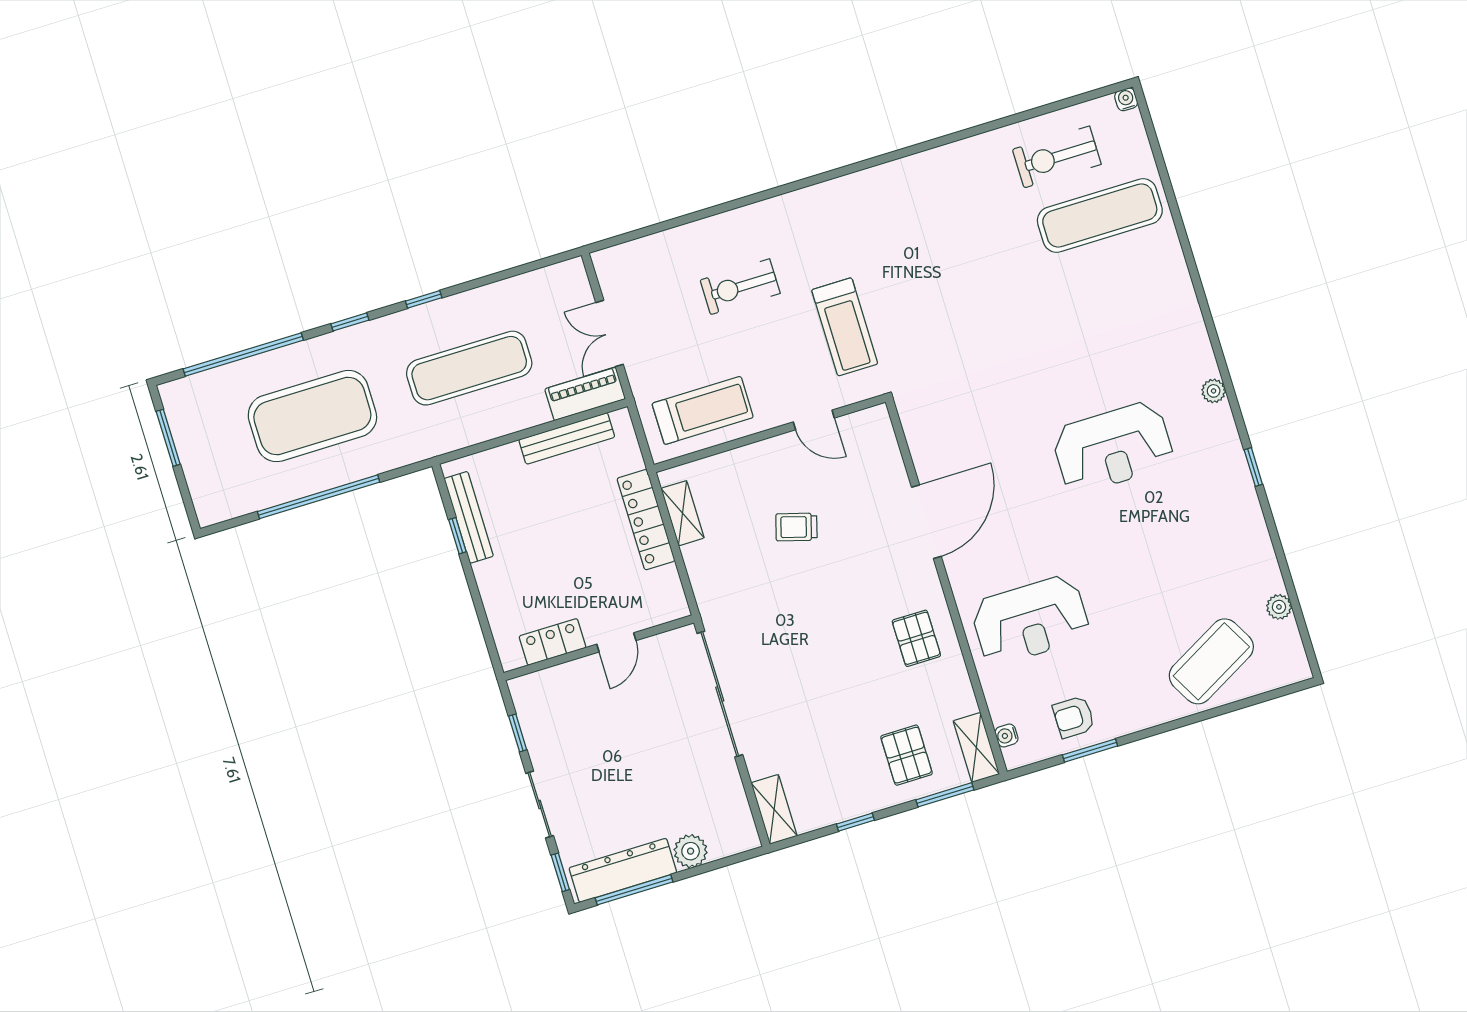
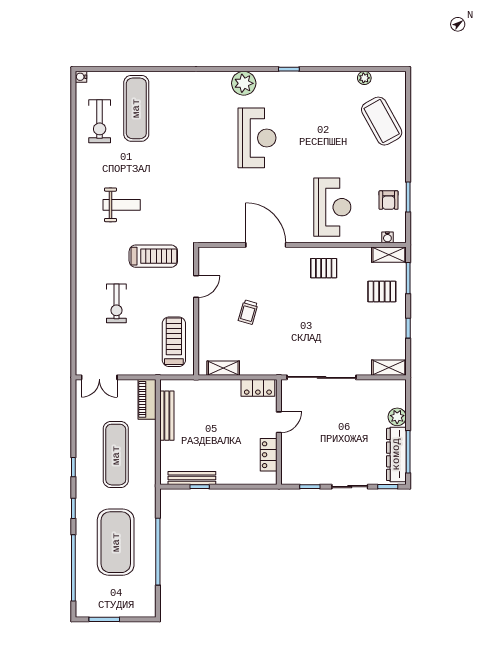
weight bench: (919, 242) -> (122, 205), added
double door: (610, 333) -> (99, 377), moved
plant: (1214, 391) -> (244, 83), width x1.87, depth x1.87
locker: (646, 520) -> (258, 388), moved, width x0.66
door: (616, 642) -> (279, 422), hinge flipped

